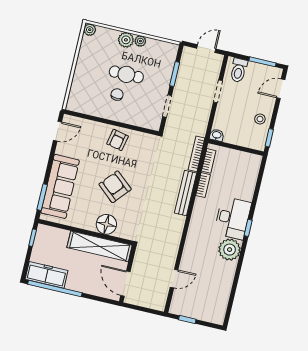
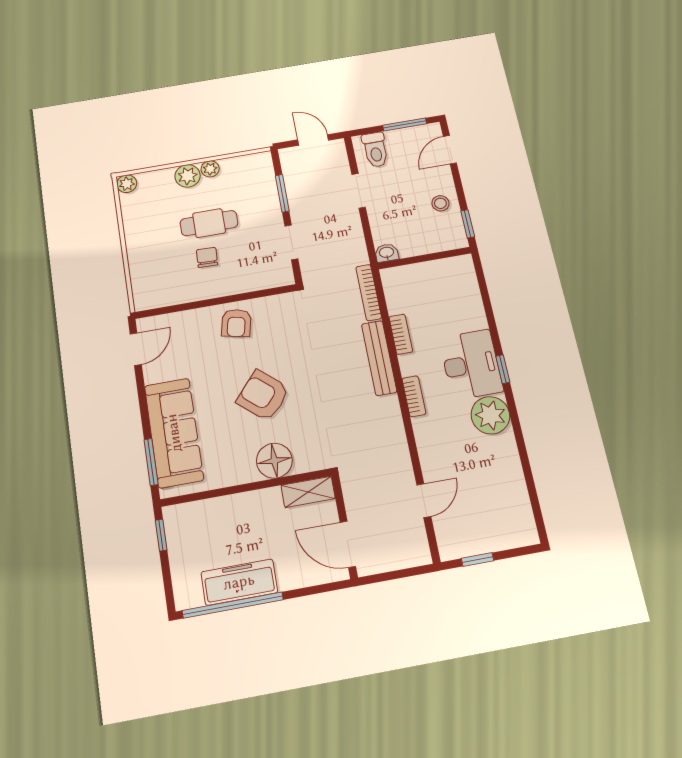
door: (206, 49) -> (313, 140), hinge flipped
bookcase: (209, 161) -> (414, 396), moved
shelving: (100, 246) -> (308, 492), width x0.45, depth x0.75
freezer: (47, 275) -> (239, 582), moved

